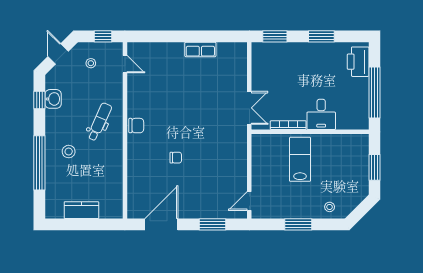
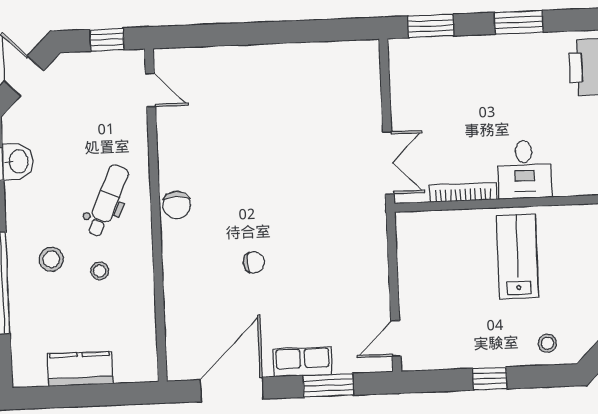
row of seats: (200, 49) -> (303, 362), moved, turned 180
stool: (91, 63) -> (100, 271), moved
chair: (136, 126) -> (177, 205), turned 90
lab bench: (300, 159) -> (518, 257), moved
window: (298, 224) -> (490, 379), width x0.67

